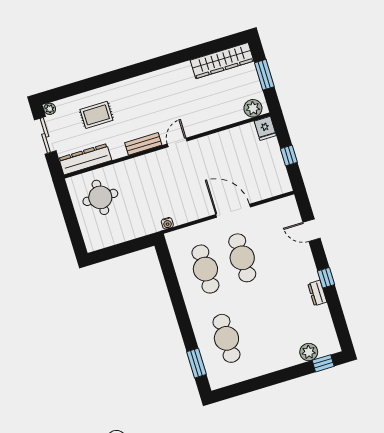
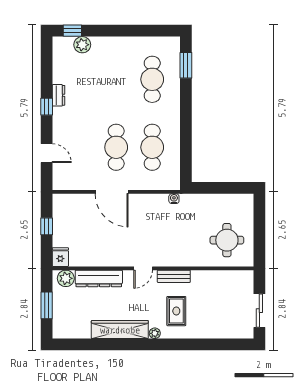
wardrobe: (222, 61) -> (120, 330), moved
plant: (50, 109) -> (155, 333), moved
rug: (96, 115) -> (176, 311), moved, turned 90
dresser: (85, 159) -> (99, 278), moved

